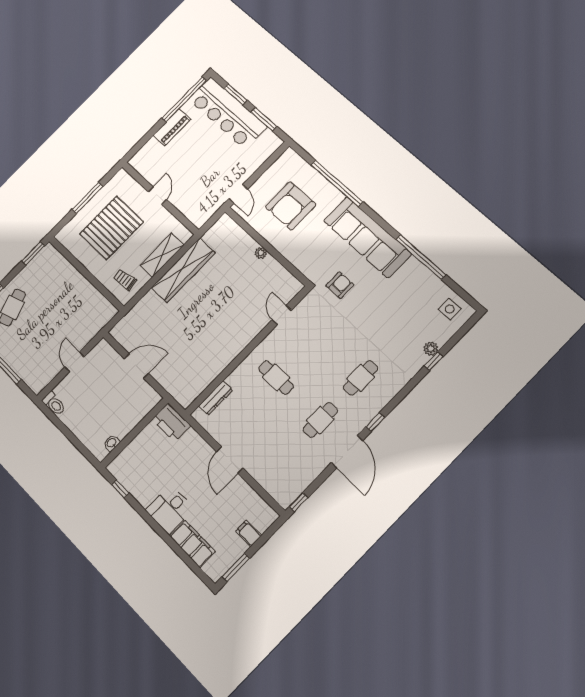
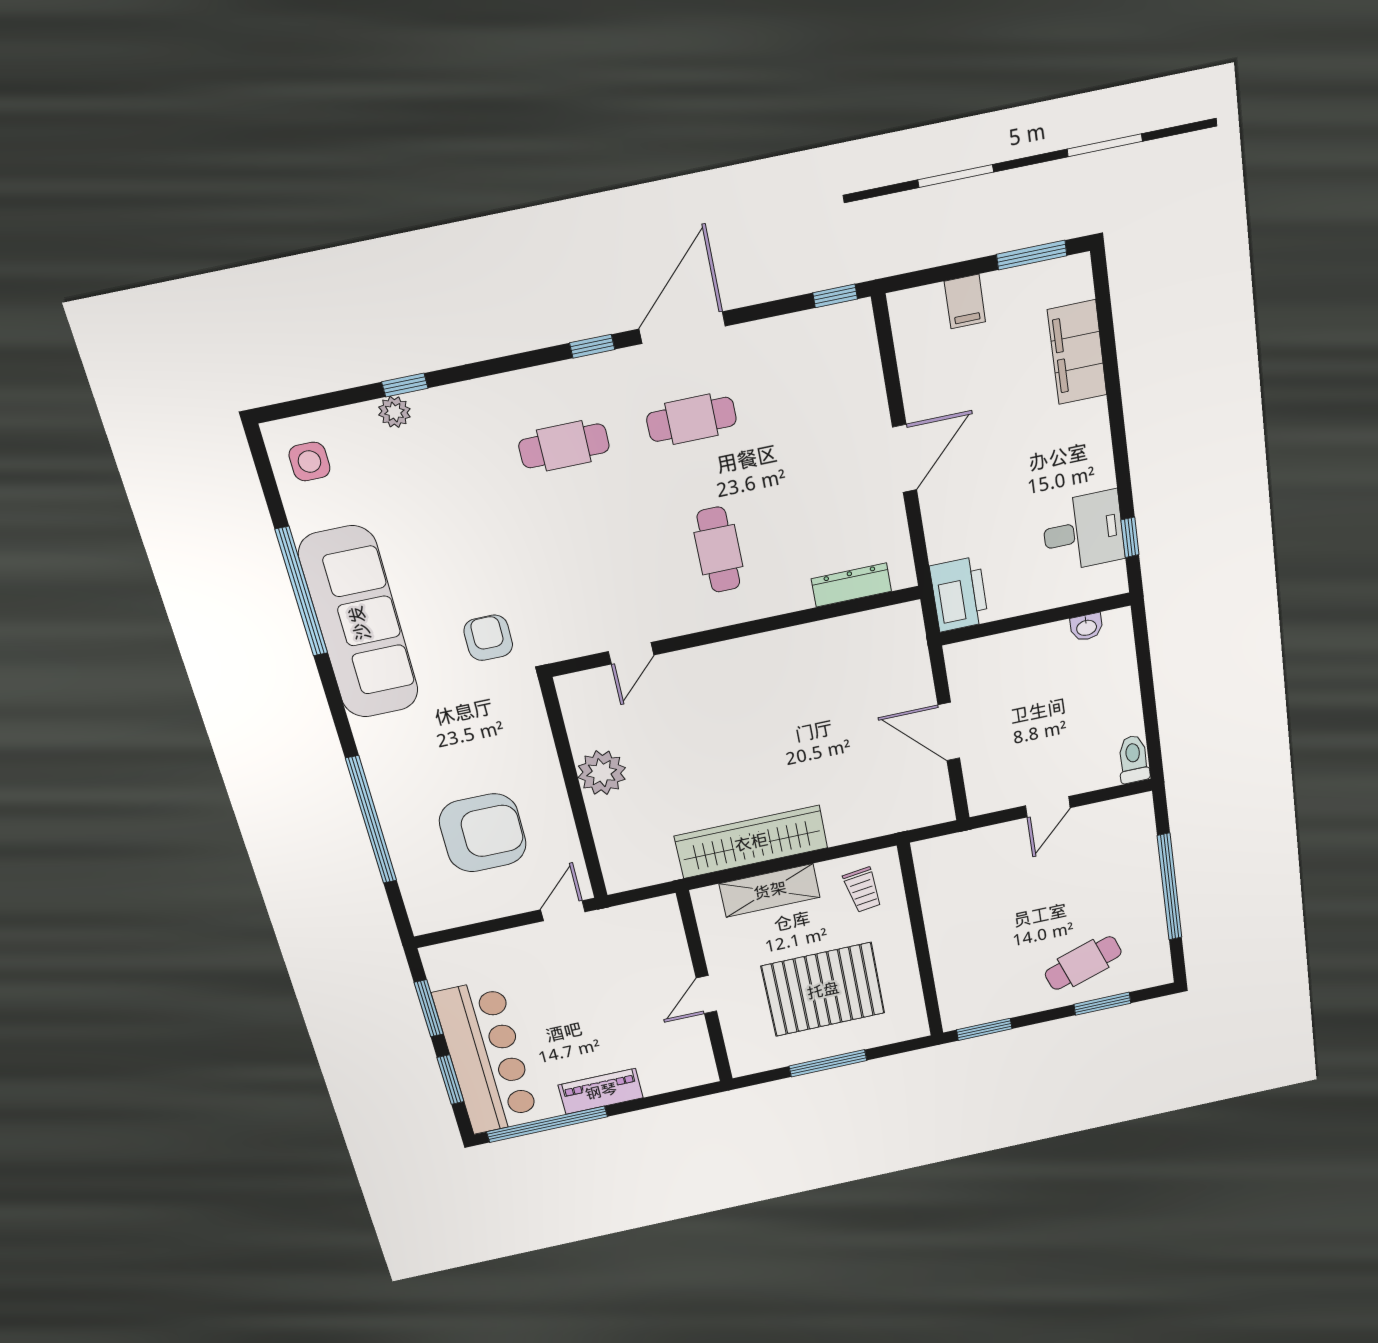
sofa: (367, 237) -> (359, 623), moved
plant: (261, 253) -> (602, 773), width x1.87, depth x1.87
armchair: (340, 285) -> (488, 638), turned 90
desk: (170, 509) -> (1083, 531), moved

